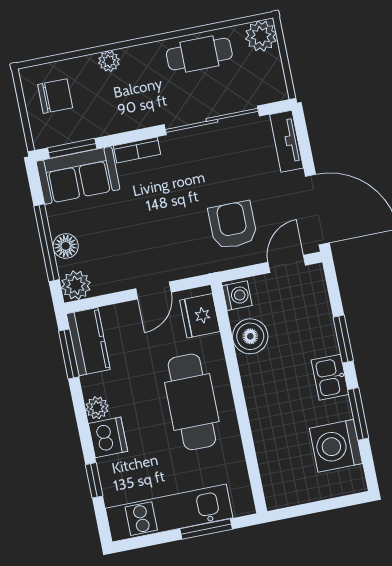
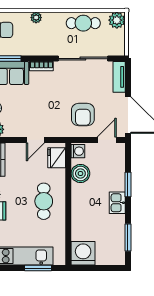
armchair: (233, 225) -> (83, 115), turned 180
cafe table: (192, 402) -> (44, 201), width x0.73, depth x0.74
window: (358, 414) -> (128, 238), moved
washing machine: (336, 446) -> (83, 253), moved, turned 90

